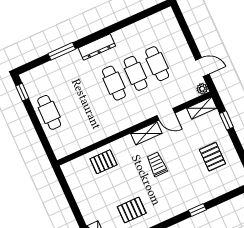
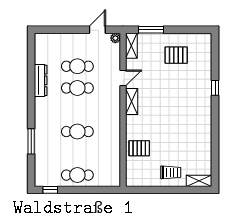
dresser: (97, 47) -> (41, 80), moved
cafe table: (114, 83) -> (77, 132), moved
window: (226, 120) -> (151, 30), width x1.50
pallet: (103, 162) -> (139, 148), turned 90
trolley: (157, 164) -> (171, 172), moved, turned 180
pallet: (132, 210) -> (190, 143), removed

